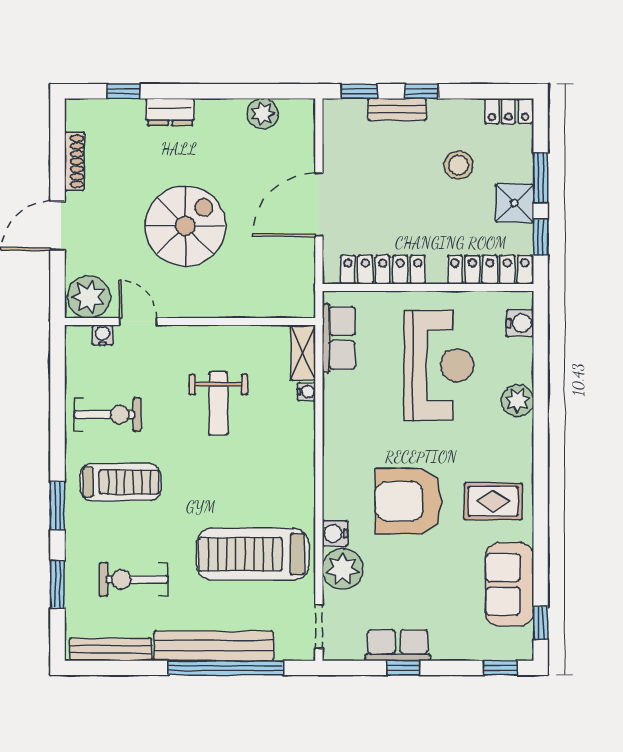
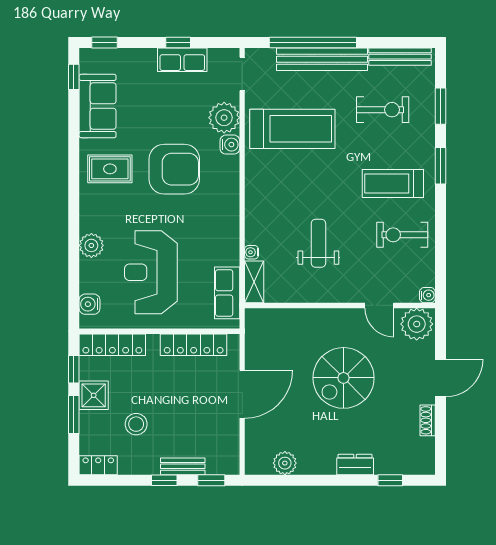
shoe rack: (74, 161) -> (428, 420), width x0.70
water cooler: (103, 335) -> (427, 295), moved, turned -90

